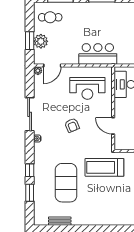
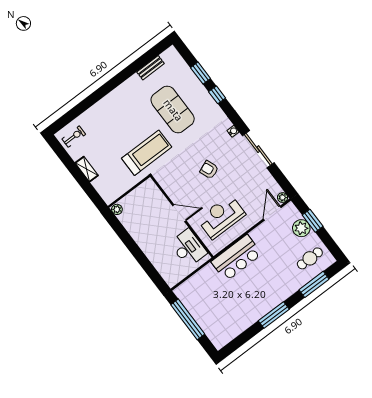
door: (113, 126) -> (179, 213), moved

